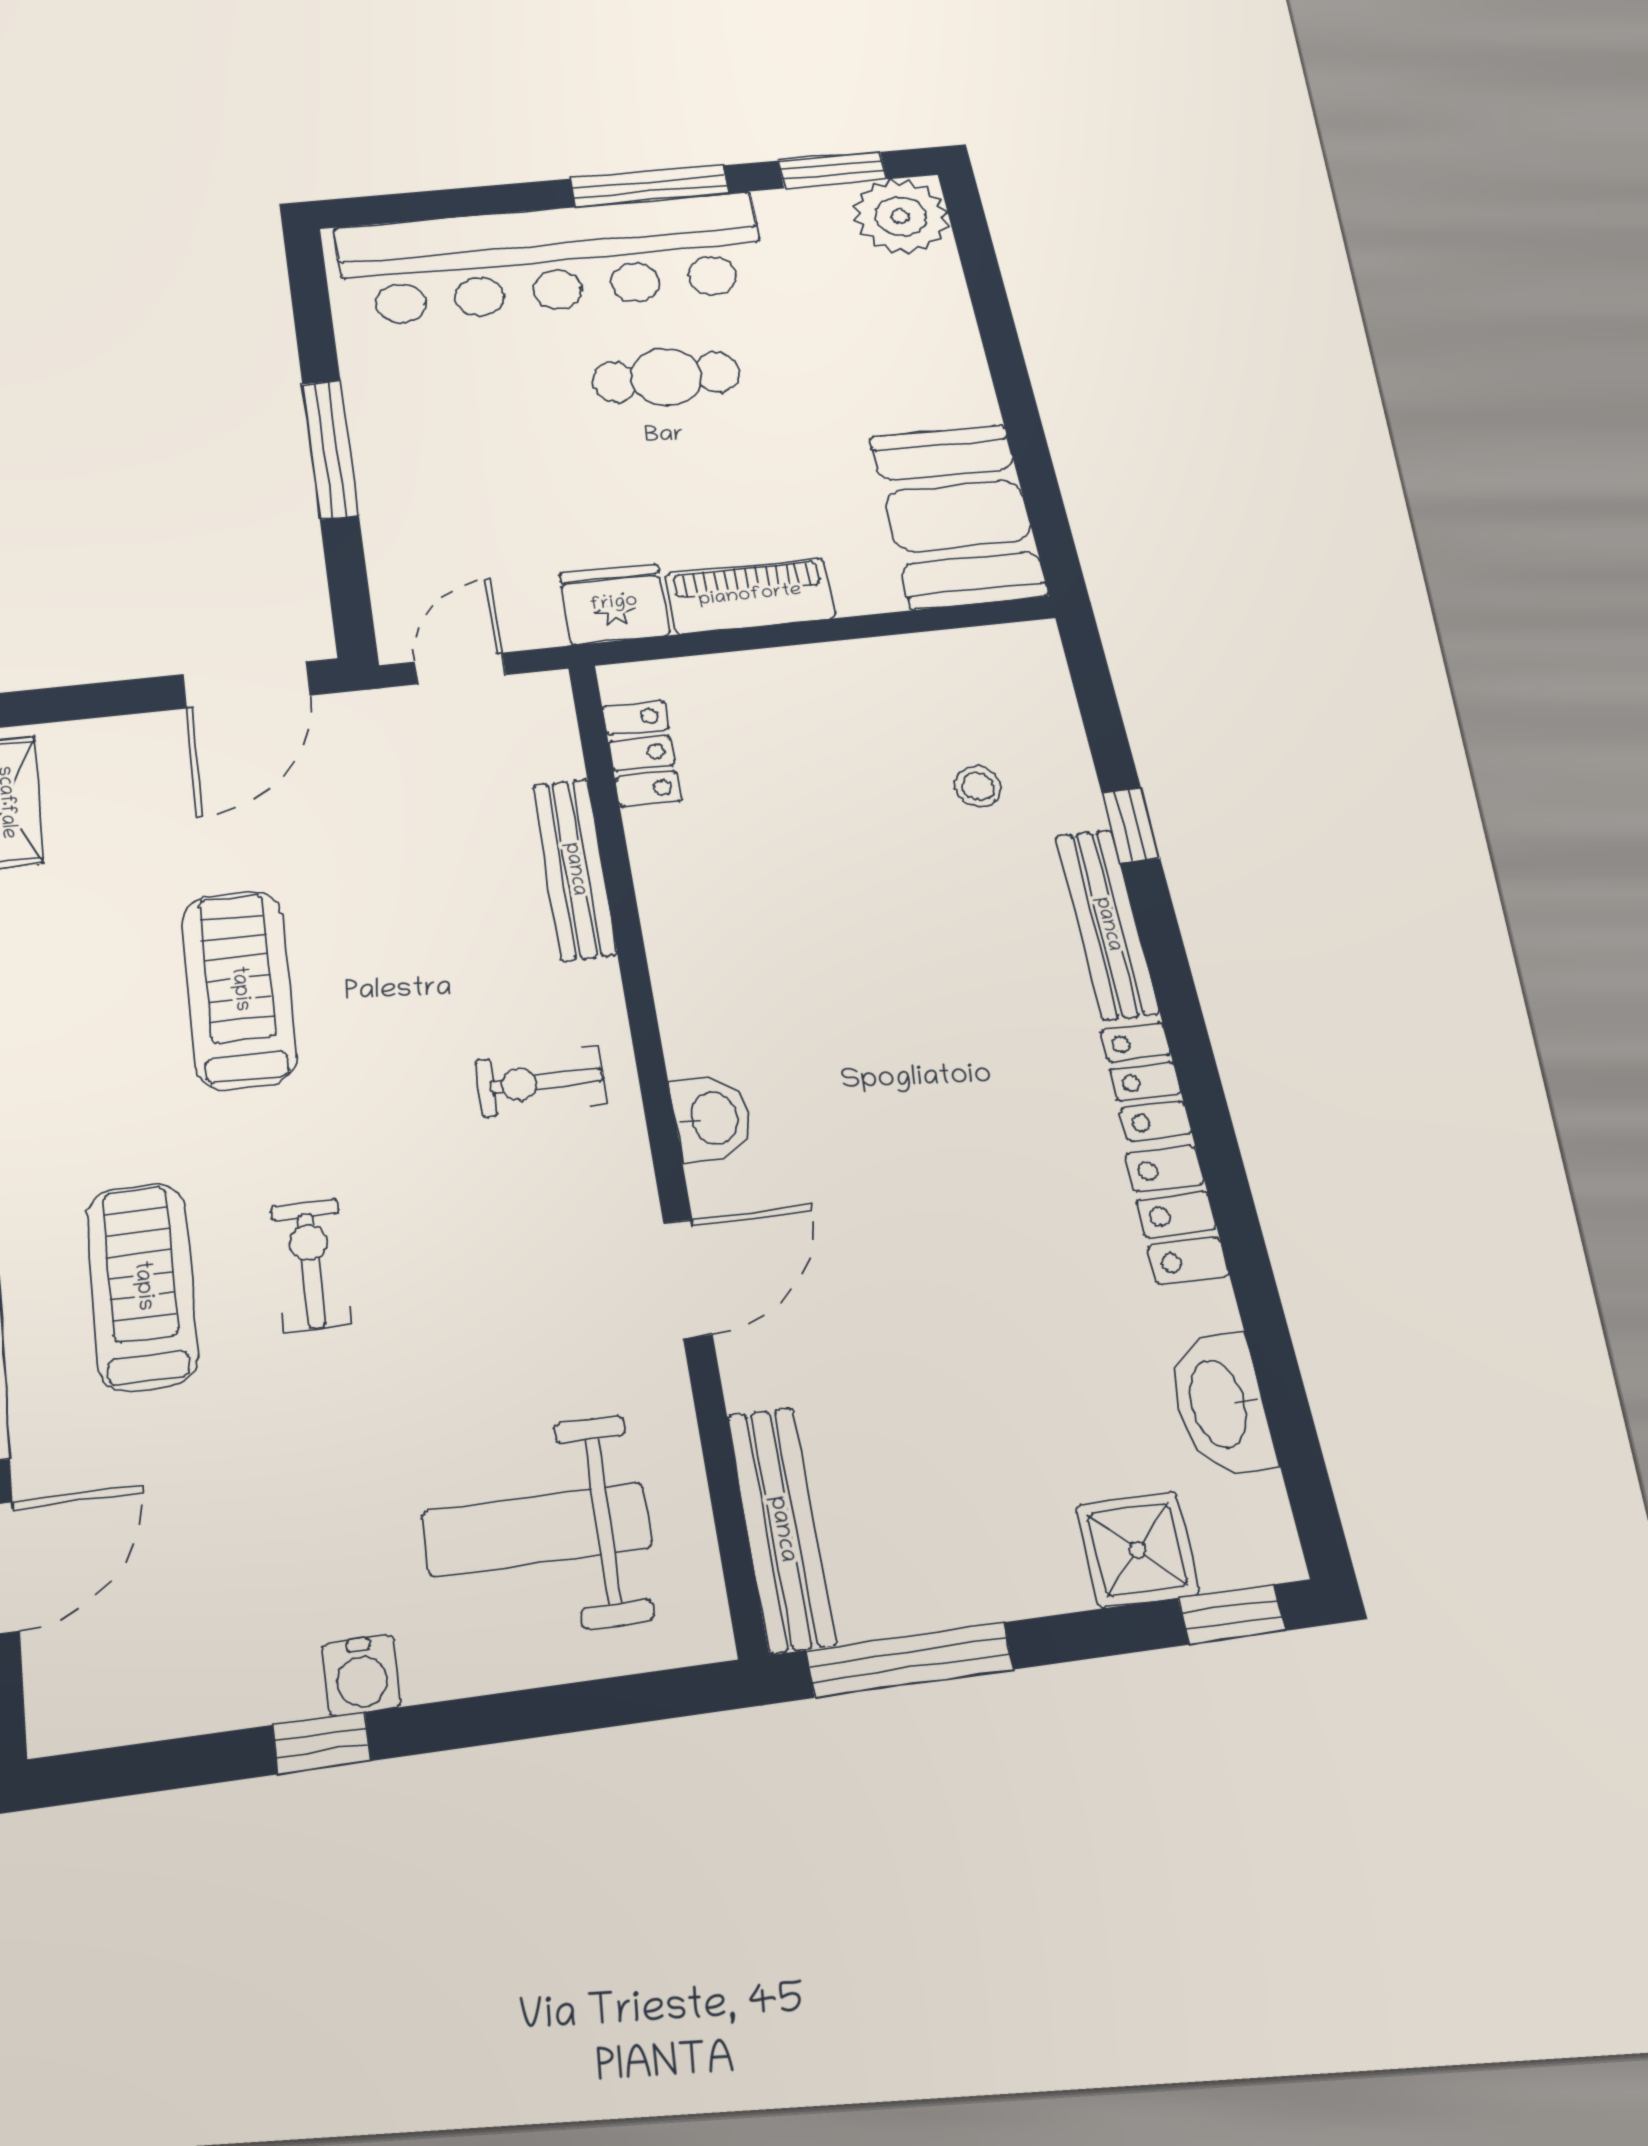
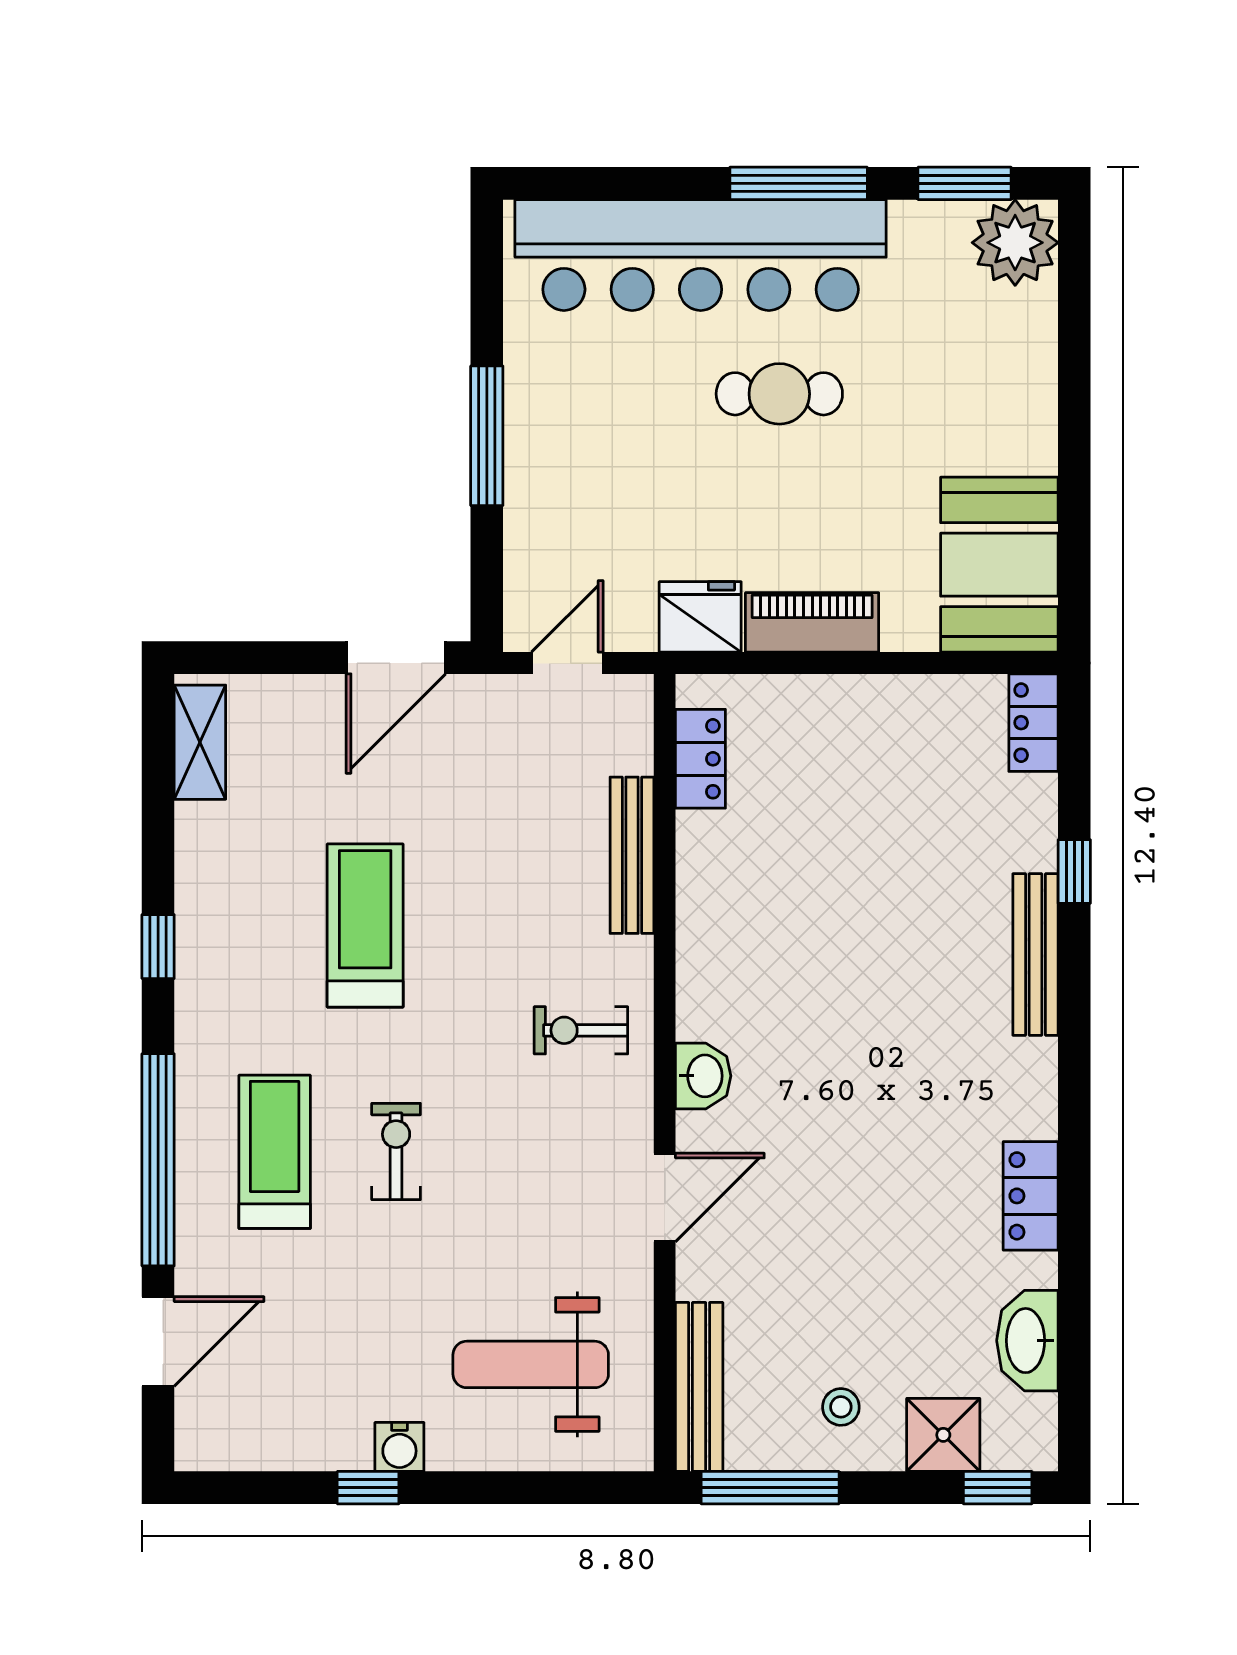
stool: (978, 786) -> (841, 1407), moved
locker: (1145, 1081) -> (1033, 723), moved

